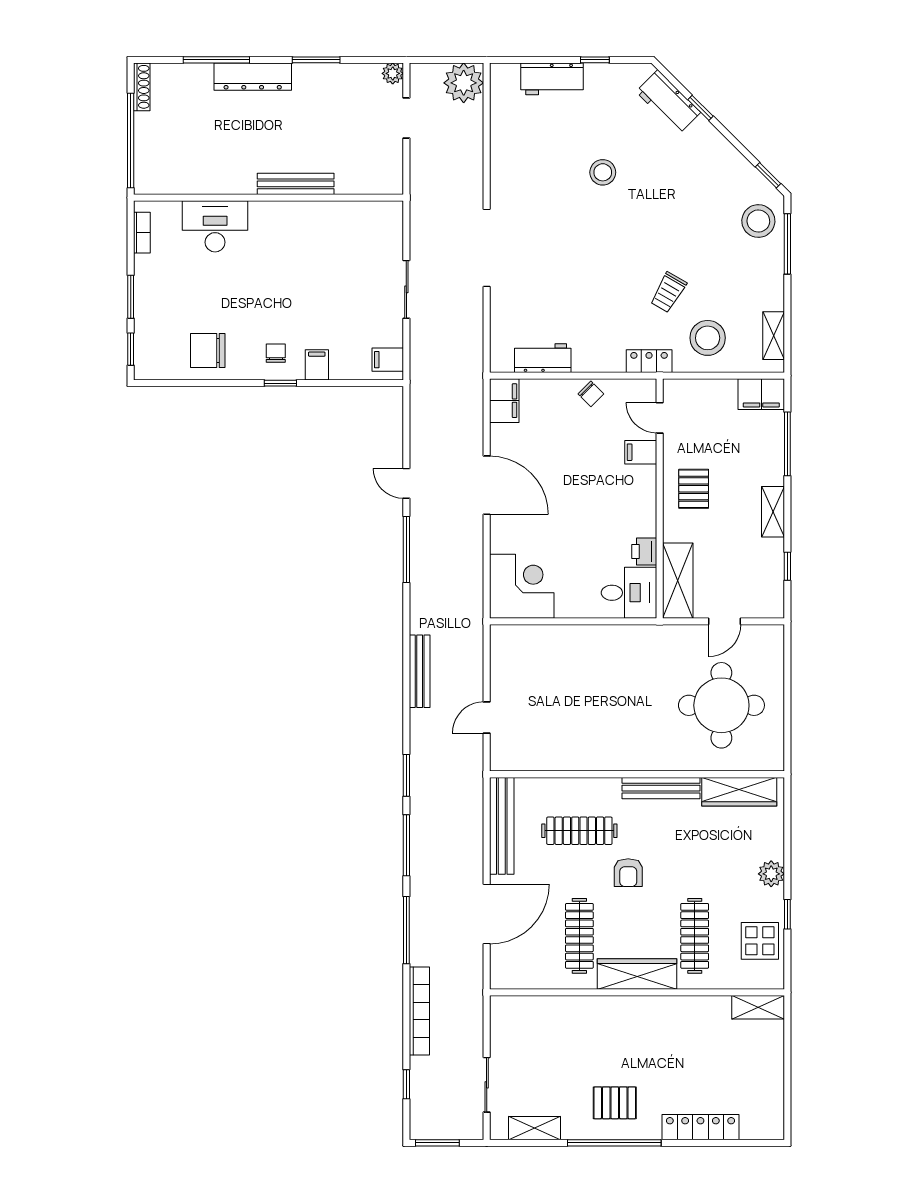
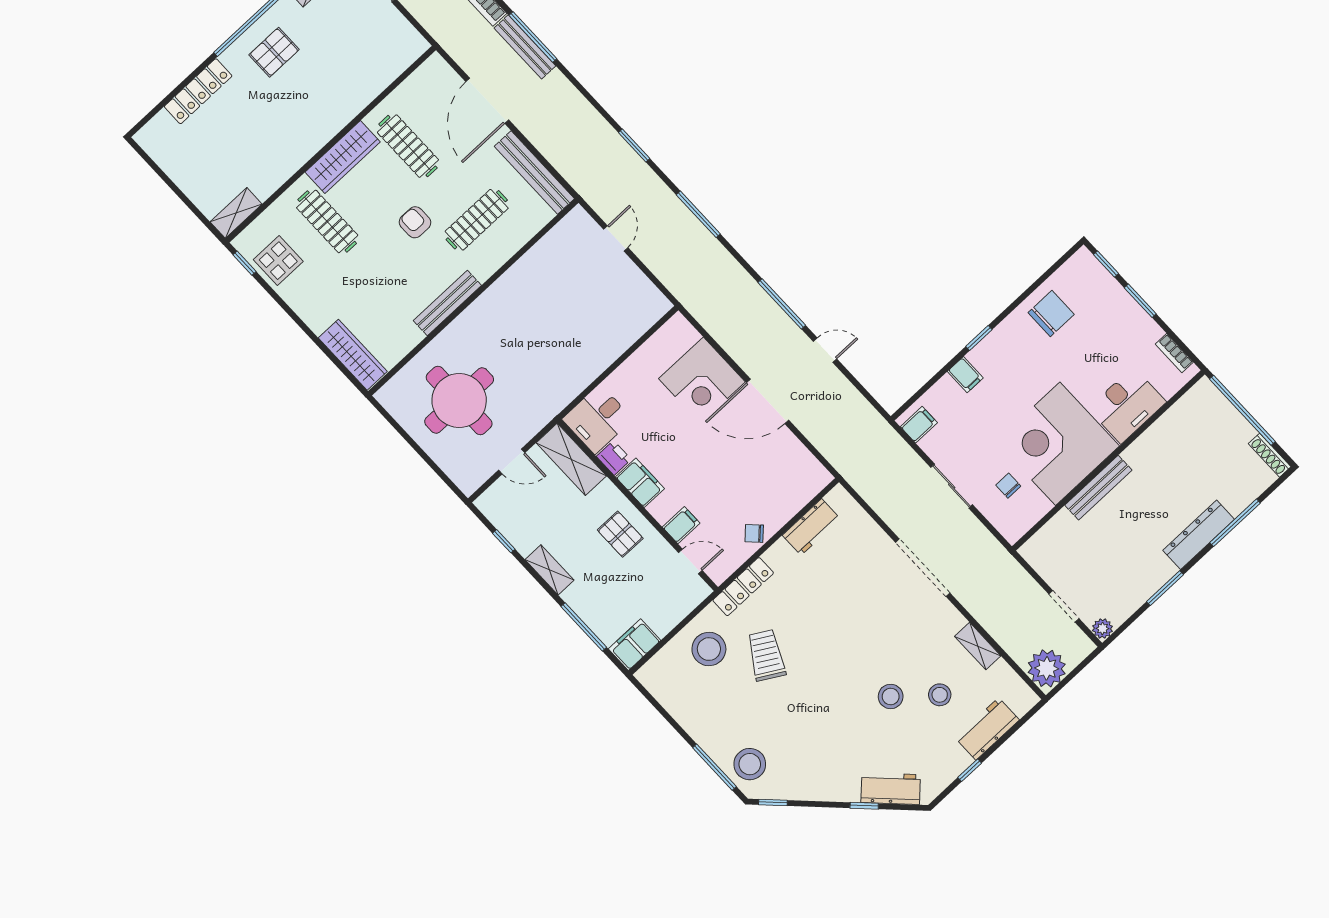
stool: (564, 139) -> (940, 695), added
corner desk: (295, 246) -> (1058, 444), added
trolley: (668, 292) -> (766, 655), width x1.36, depth x1.39
shelving: (774, 336) -> (978, 646), moved
chair: (276, 353) -> (1008, 486), moved, turned 180
locker: (649, 361) -> (743, 587), width x1.53
filing cabinet: (504, 401) -> (640, 483), moved, turned 180
corner desk: (522, 586) -> (702, 380), moved
door: (725, 621) -> (512, 461), swing flipped
bench: (420, 671) -> (525, 47), moved
wardrobe: (739, 792) -> (353, 355), moved, turned 90
window: (406, 845) -> (698, 214), moved
plant: (771, 874) -> (314, 315), removed
window: (787, 914) -> (244, 263), moved

